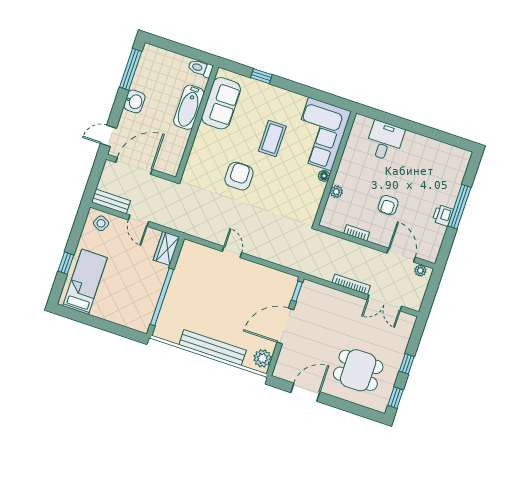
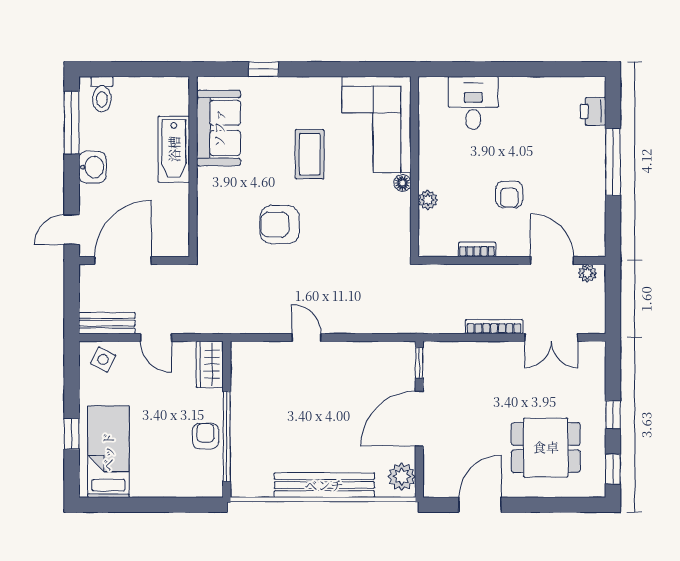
toilet: (200, 68) -> (102, 94), moved, turned -90
armchair: (239, 176) -> (280, 225), turned -90
printer: (443, 215) -> (593, 111), moved
armchair: (149, 292) -> (205, 436), added

